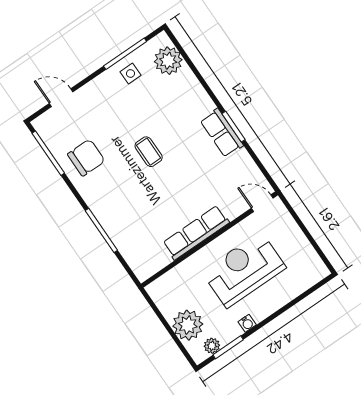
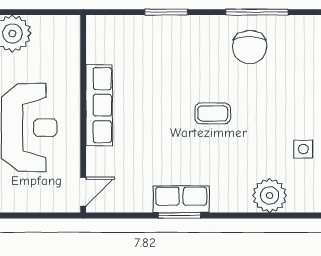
plant: (168, 61) -> (270, 196), moved
window: (48, 153) -> (257, 12), moved
window: (101, 230) -> (166, 12), width x0.69

